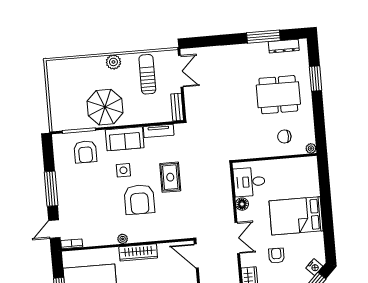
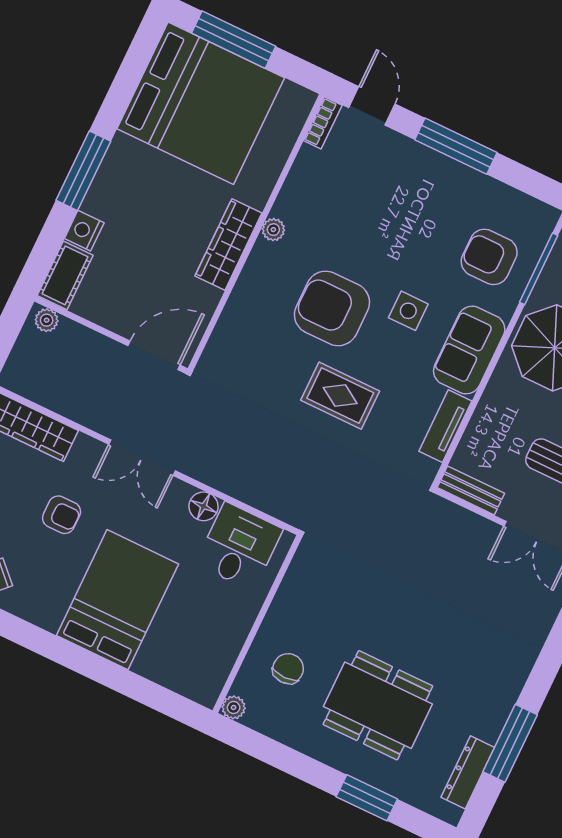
dining table: (278, 95) -> (378, 705), turned 90

